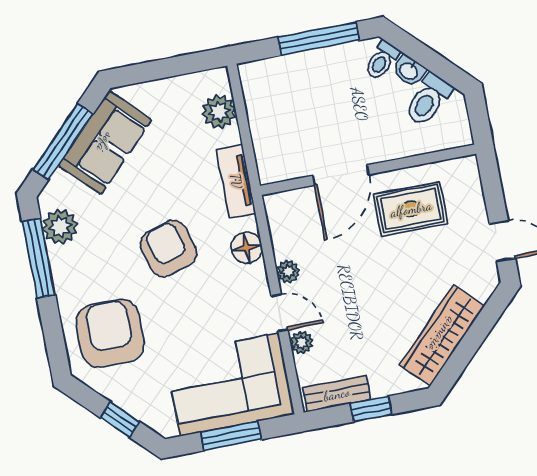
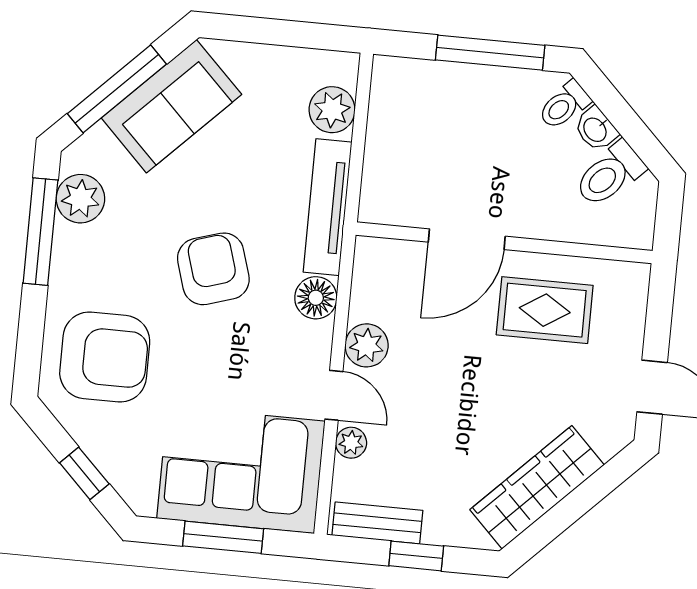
tv unit: (236, 181) -> (328, 207), width x1.41
plant: (288, 272) -> (367, 345), width x1.38, depth x1.38
armchair: (110, 333) -> (105, 357), turned 90

